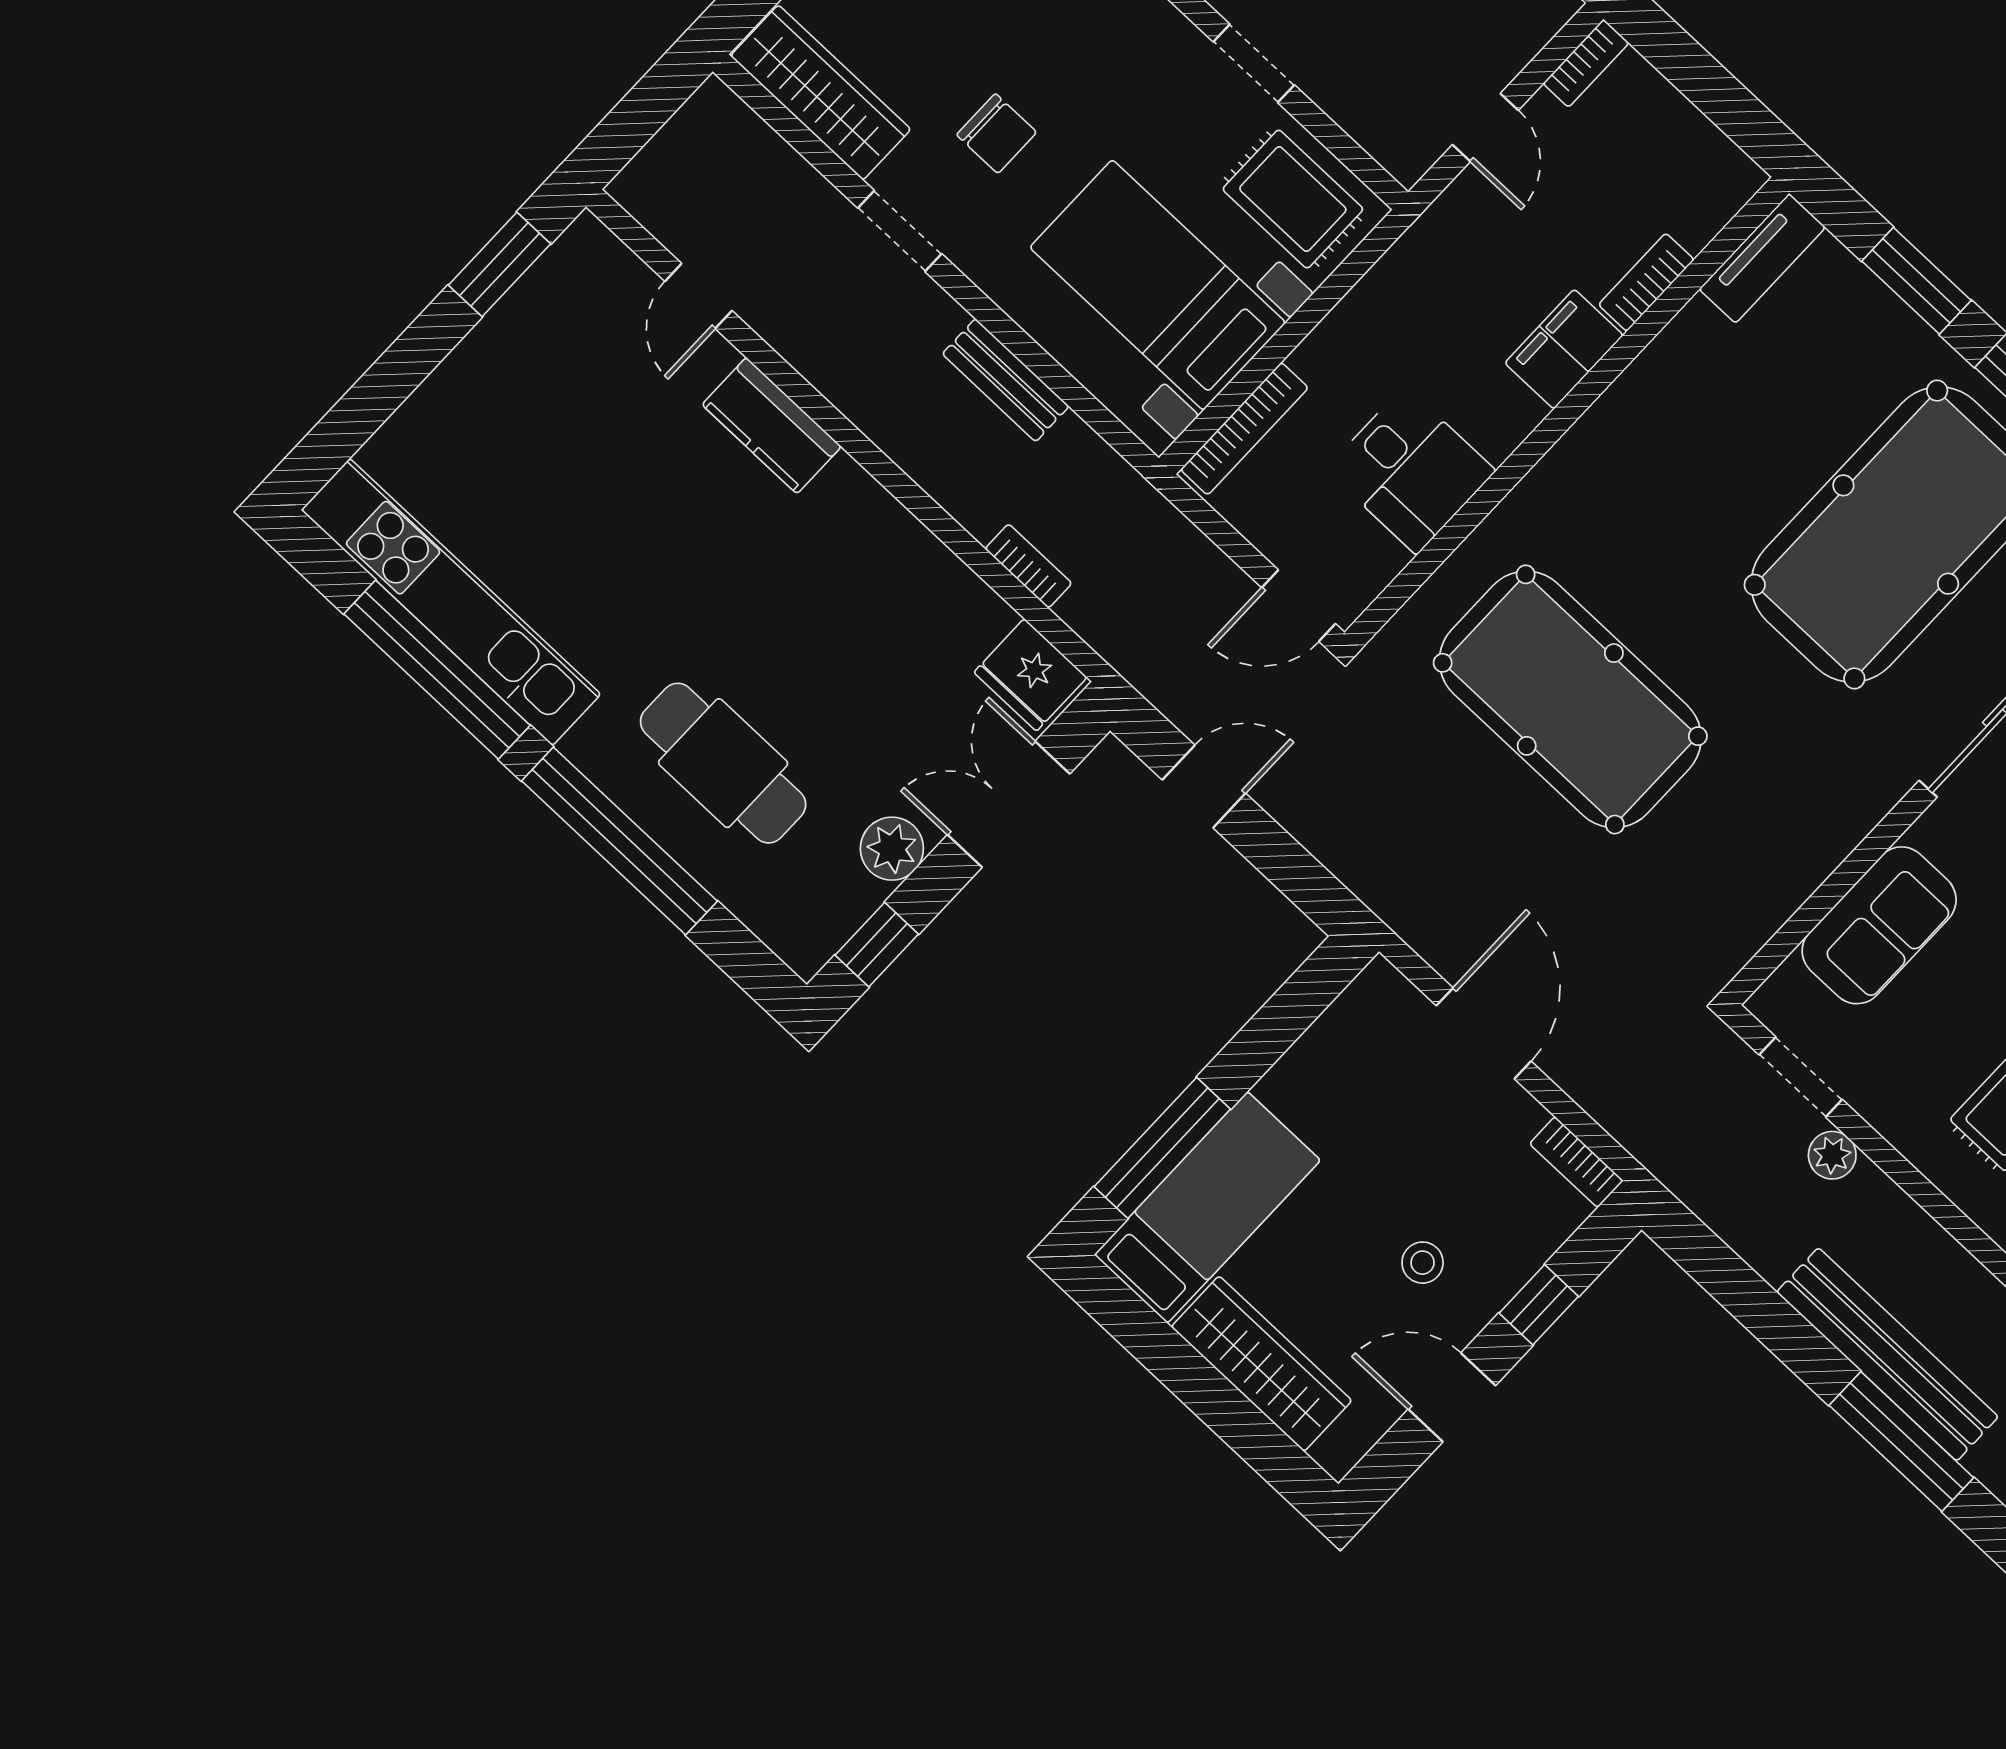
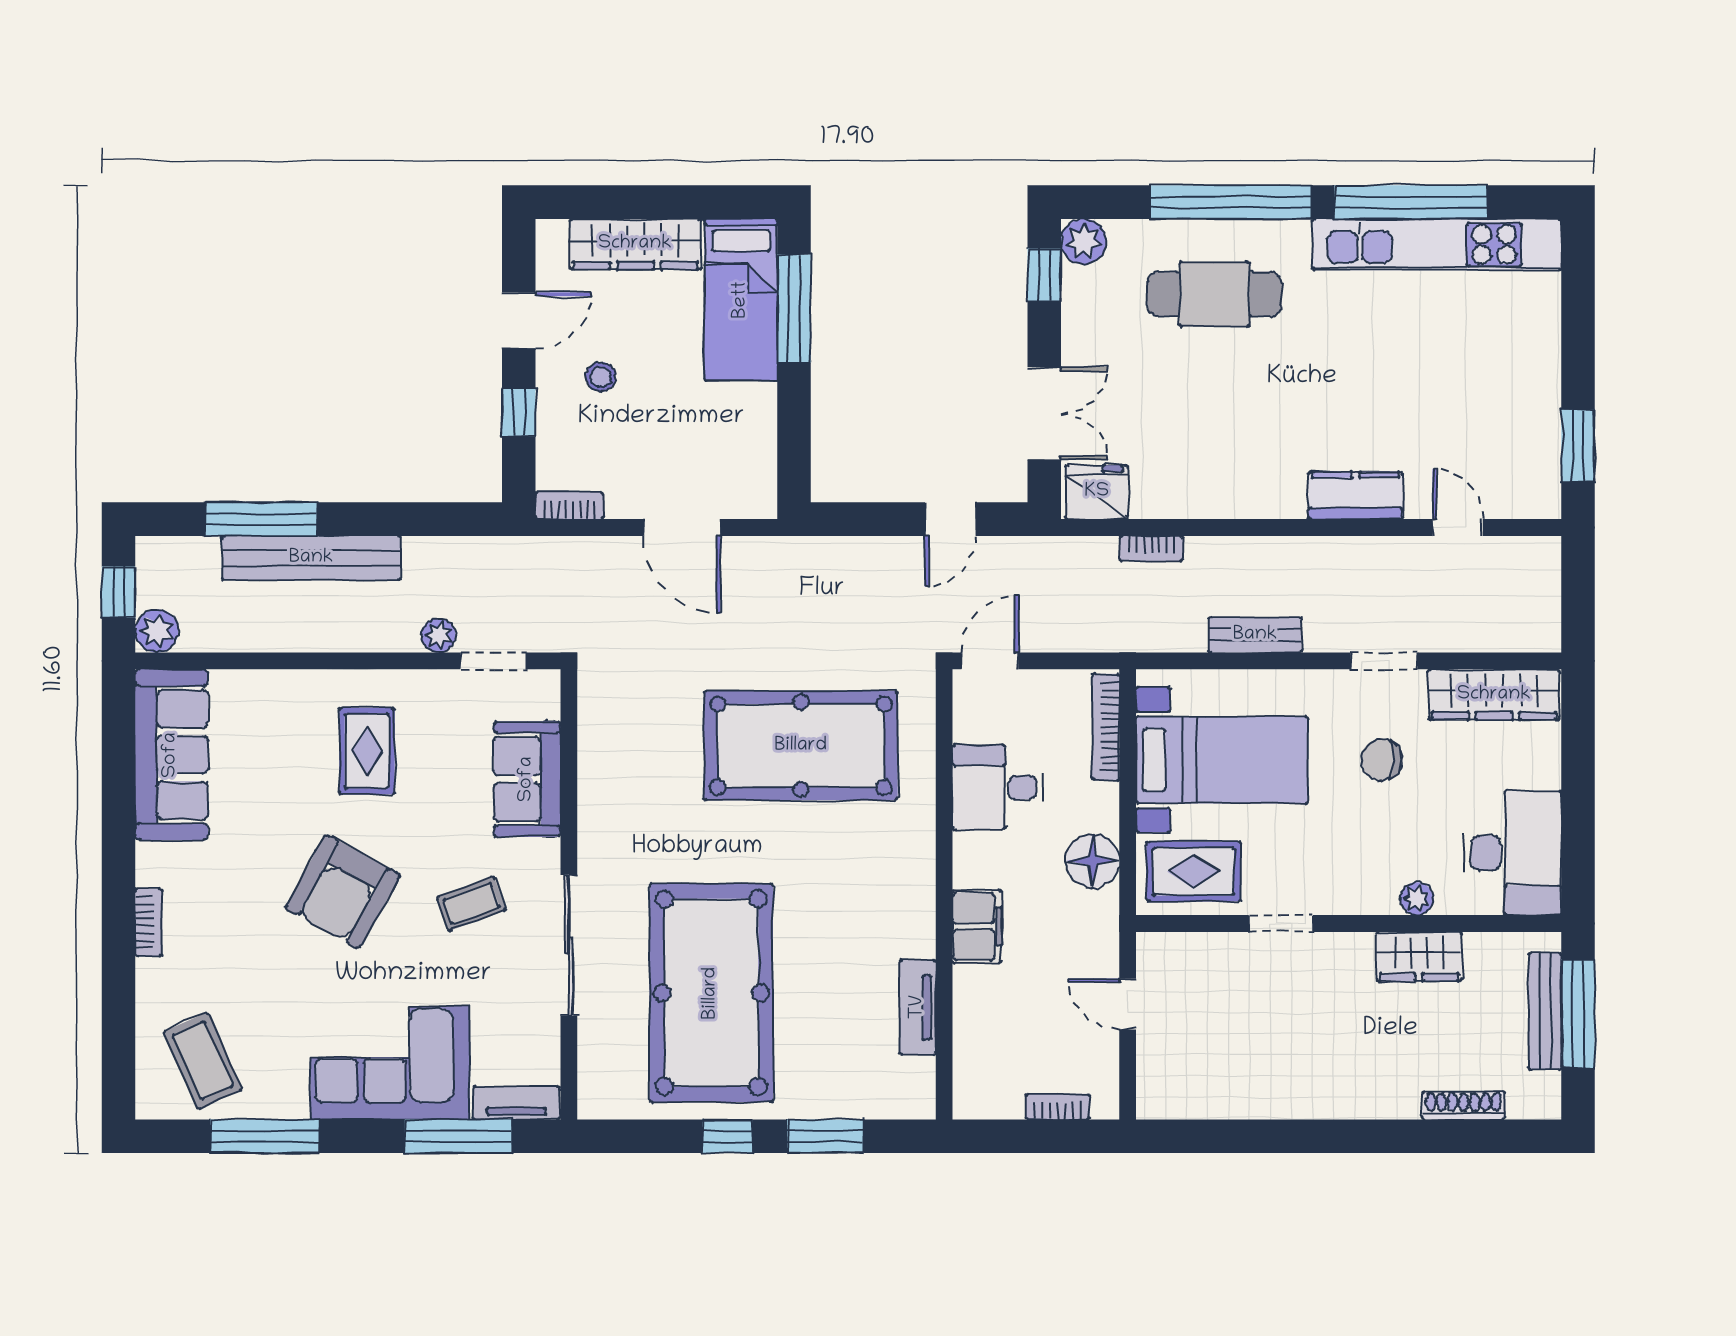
bookcase: (1586, 63) -> (1058, 1107), moved, turned 90
tv unit: (1762, 258) -> (918, 1007), moved
bookcase: (1646, 282) -> (967, 1002), removed
floor lamp: (1385, 306) -> (1092, 861), added
plant: (892, 849) -> (1084, 242), moved

